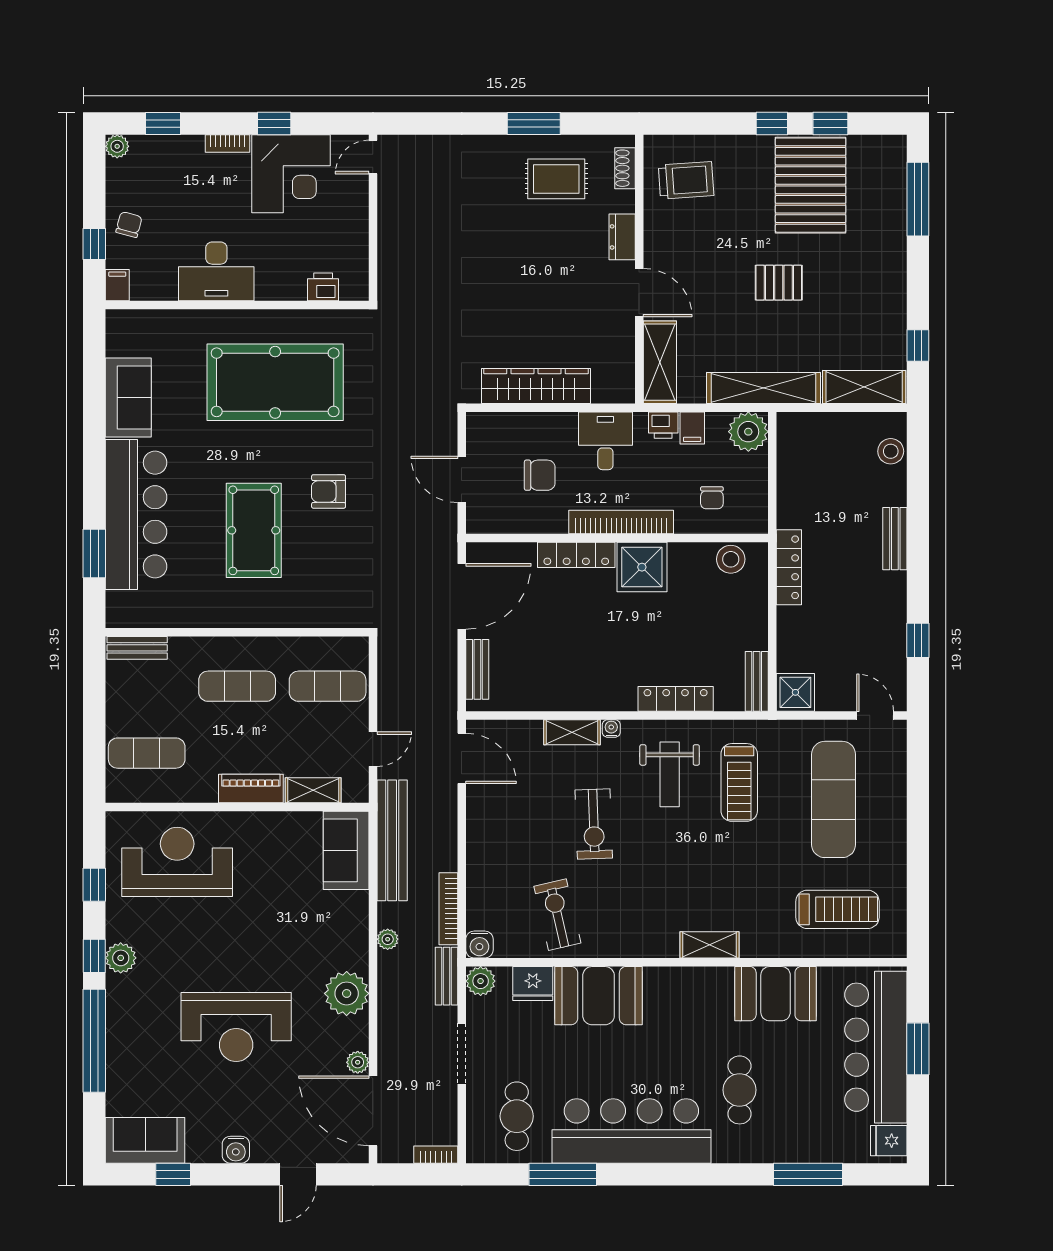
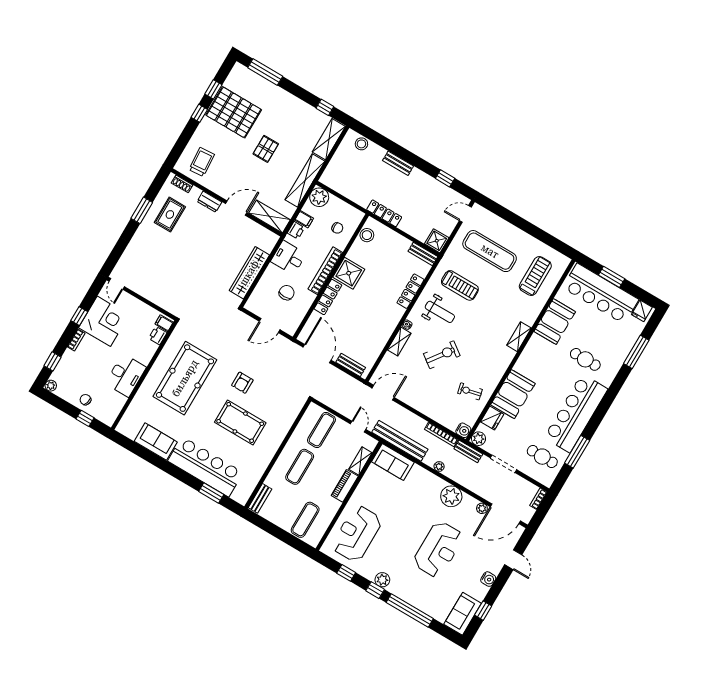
filing cabinet: (117, 285) -> (164, 323), moved
exercise bike: (594, 824) -> (442, 355), turned -52
exercise bike: (557, 915) -> (470, 391), width x0.73, depth x0.72

